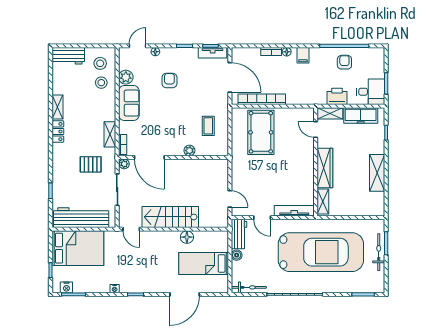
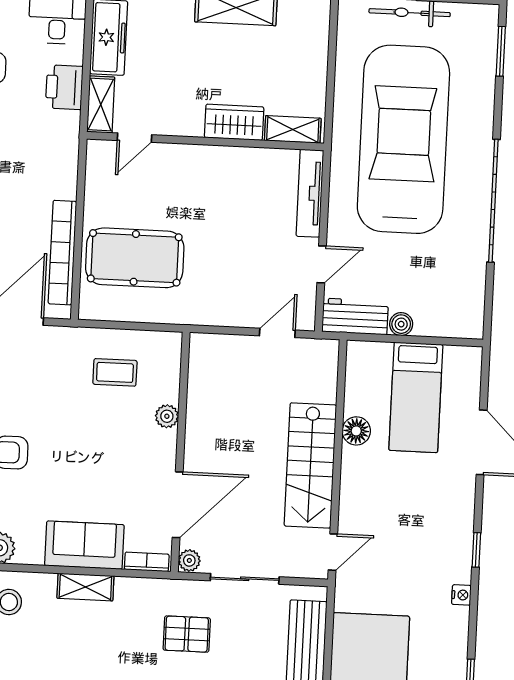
sofa: (129, 103) -> (84, 545), moved
shelving: (110, 134) -> (85, 587), moved
pallet: (91, 164) -> (187, 634), turned 90
wardrobe: (325, 168) -> (234, 122), width x0.67
bicycle: (249, 287) -> (473, 301), removed

